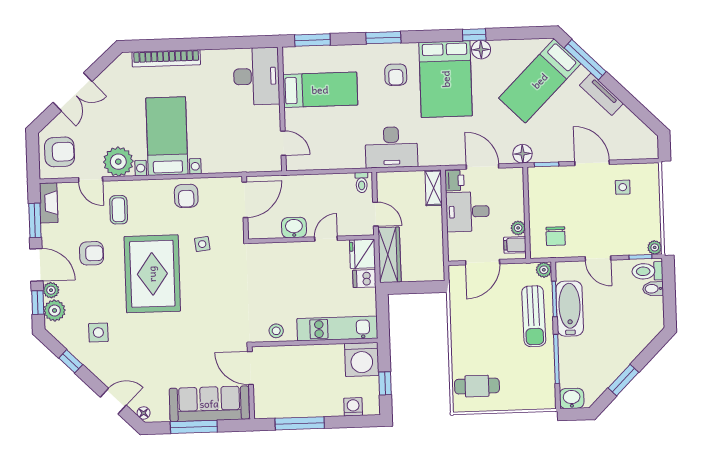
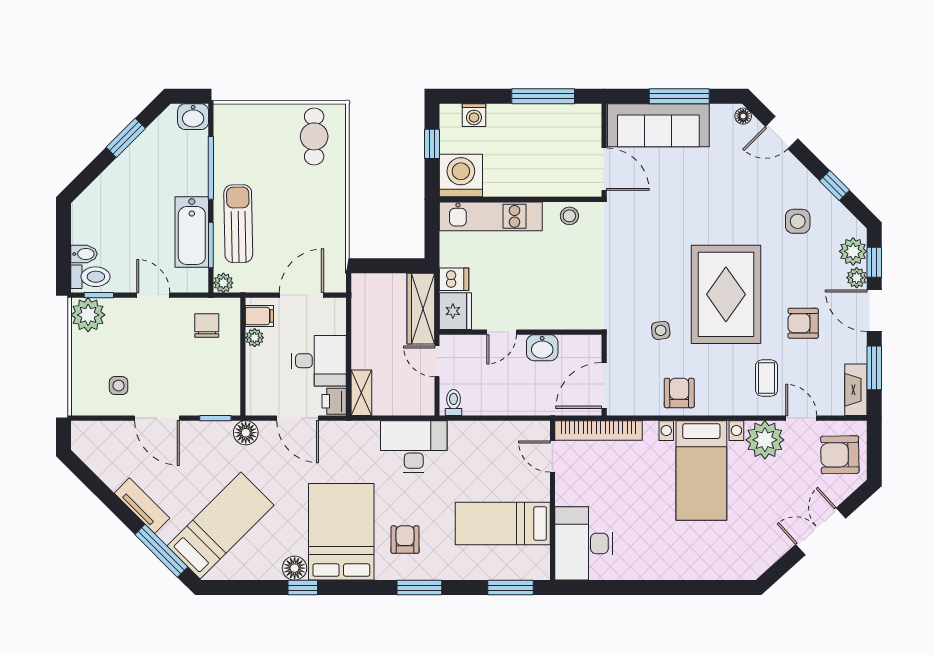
bookcase: (166, 58) -> (598, 430), moved, turned 180
plant: (655, 247) -> (88, 315), width x1.87, depth x1.87
cafe table: (477, 386) -> (314, 136), turned 90

